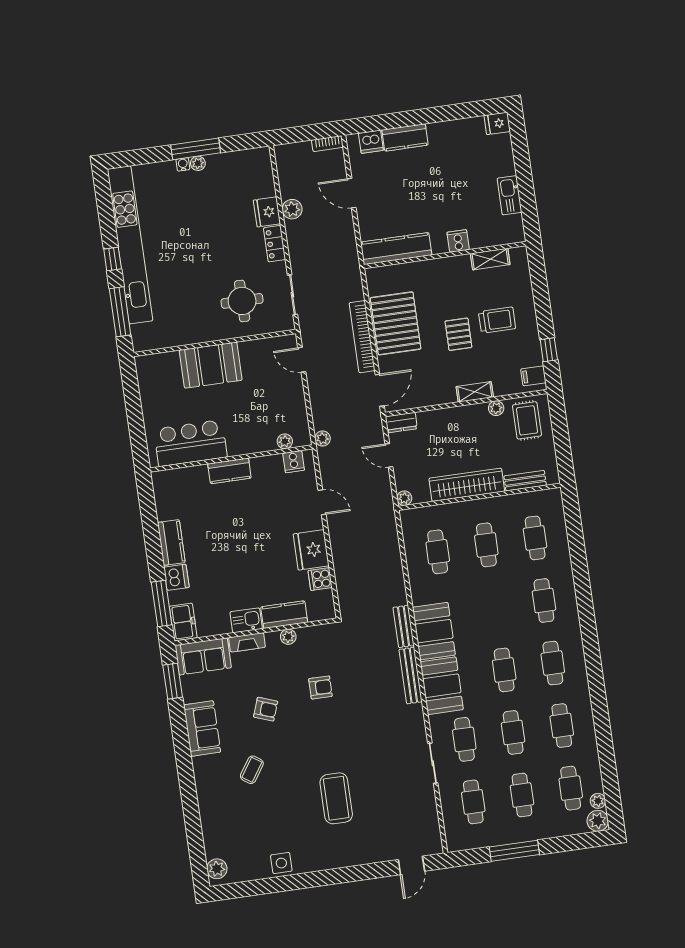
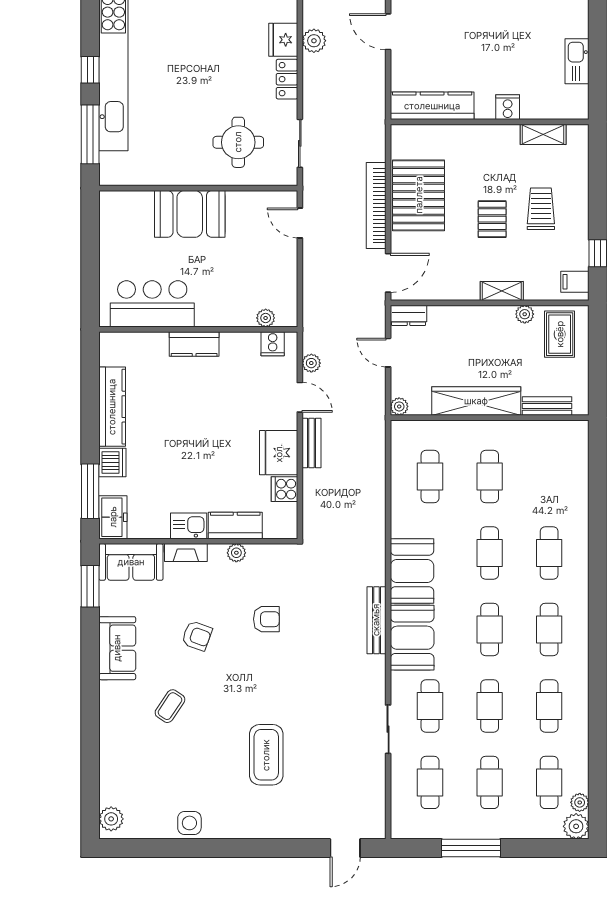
trolley: (497, 320) -> (541, 209), turned -90
plant: (323, 438) -> (311, 363), moved
cafe table: (535, 538) -> (490, 553), moved
kitchen counter: (171, 542) -> (112, 407), width x1.50
bench: (404, 626) -> (311, 443), moved

